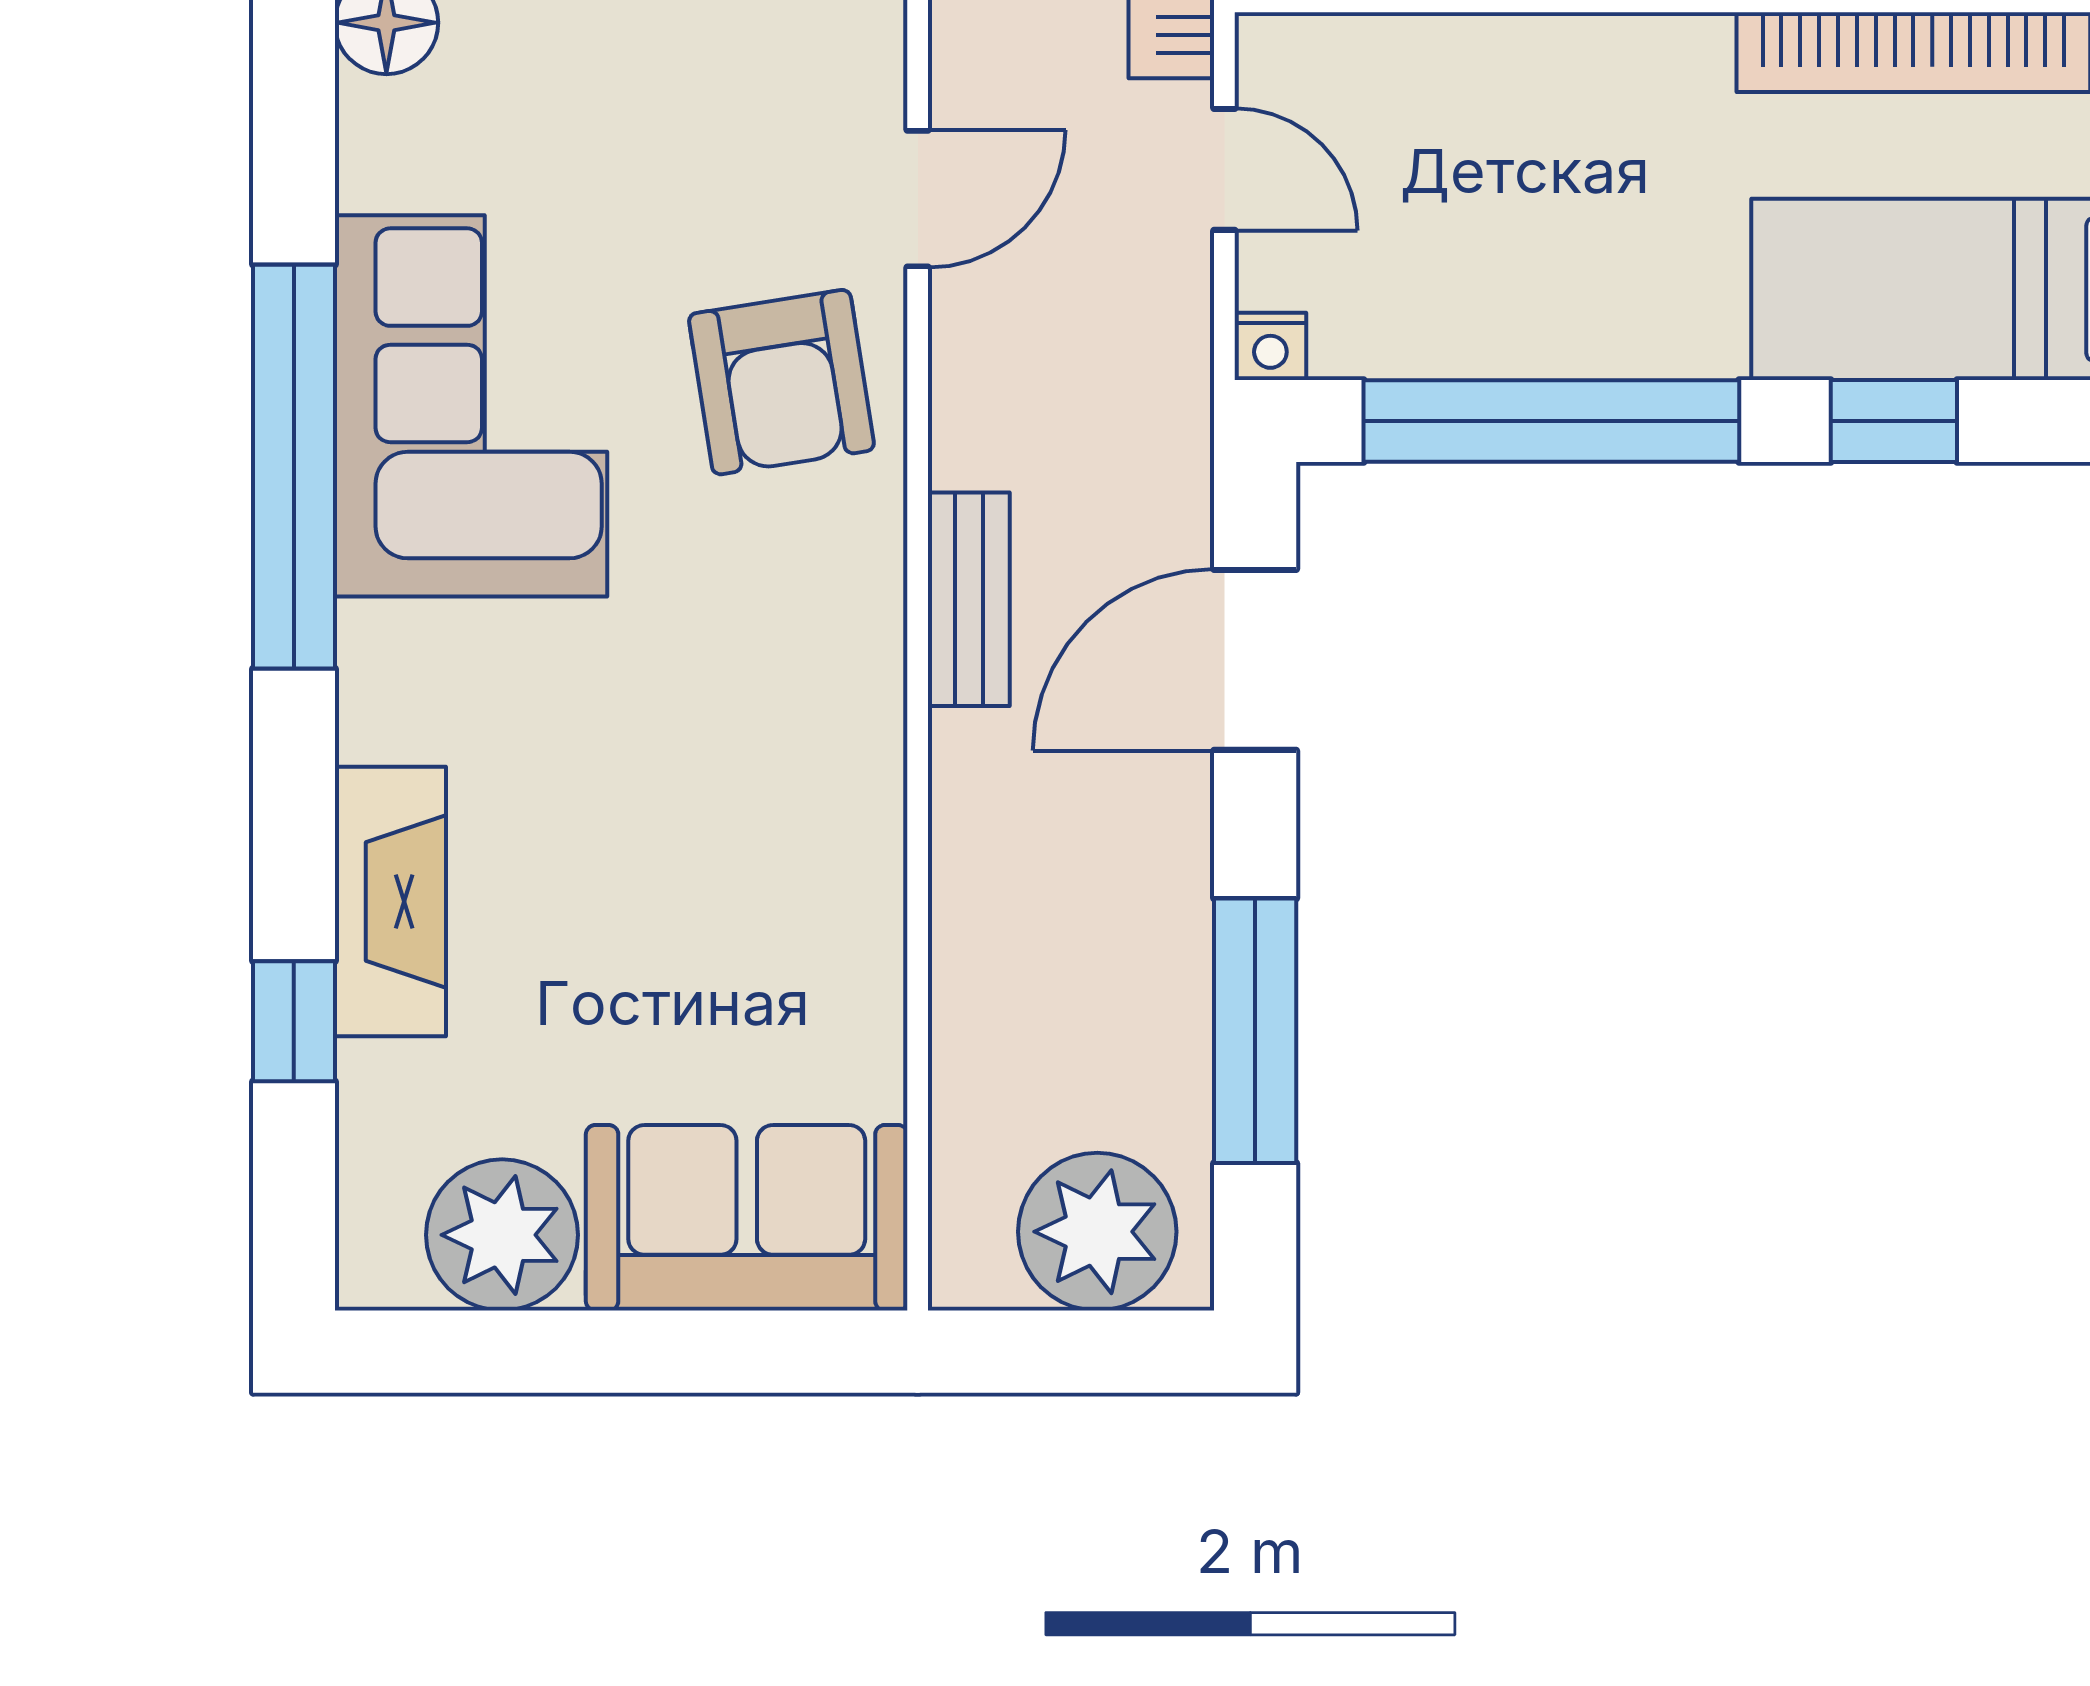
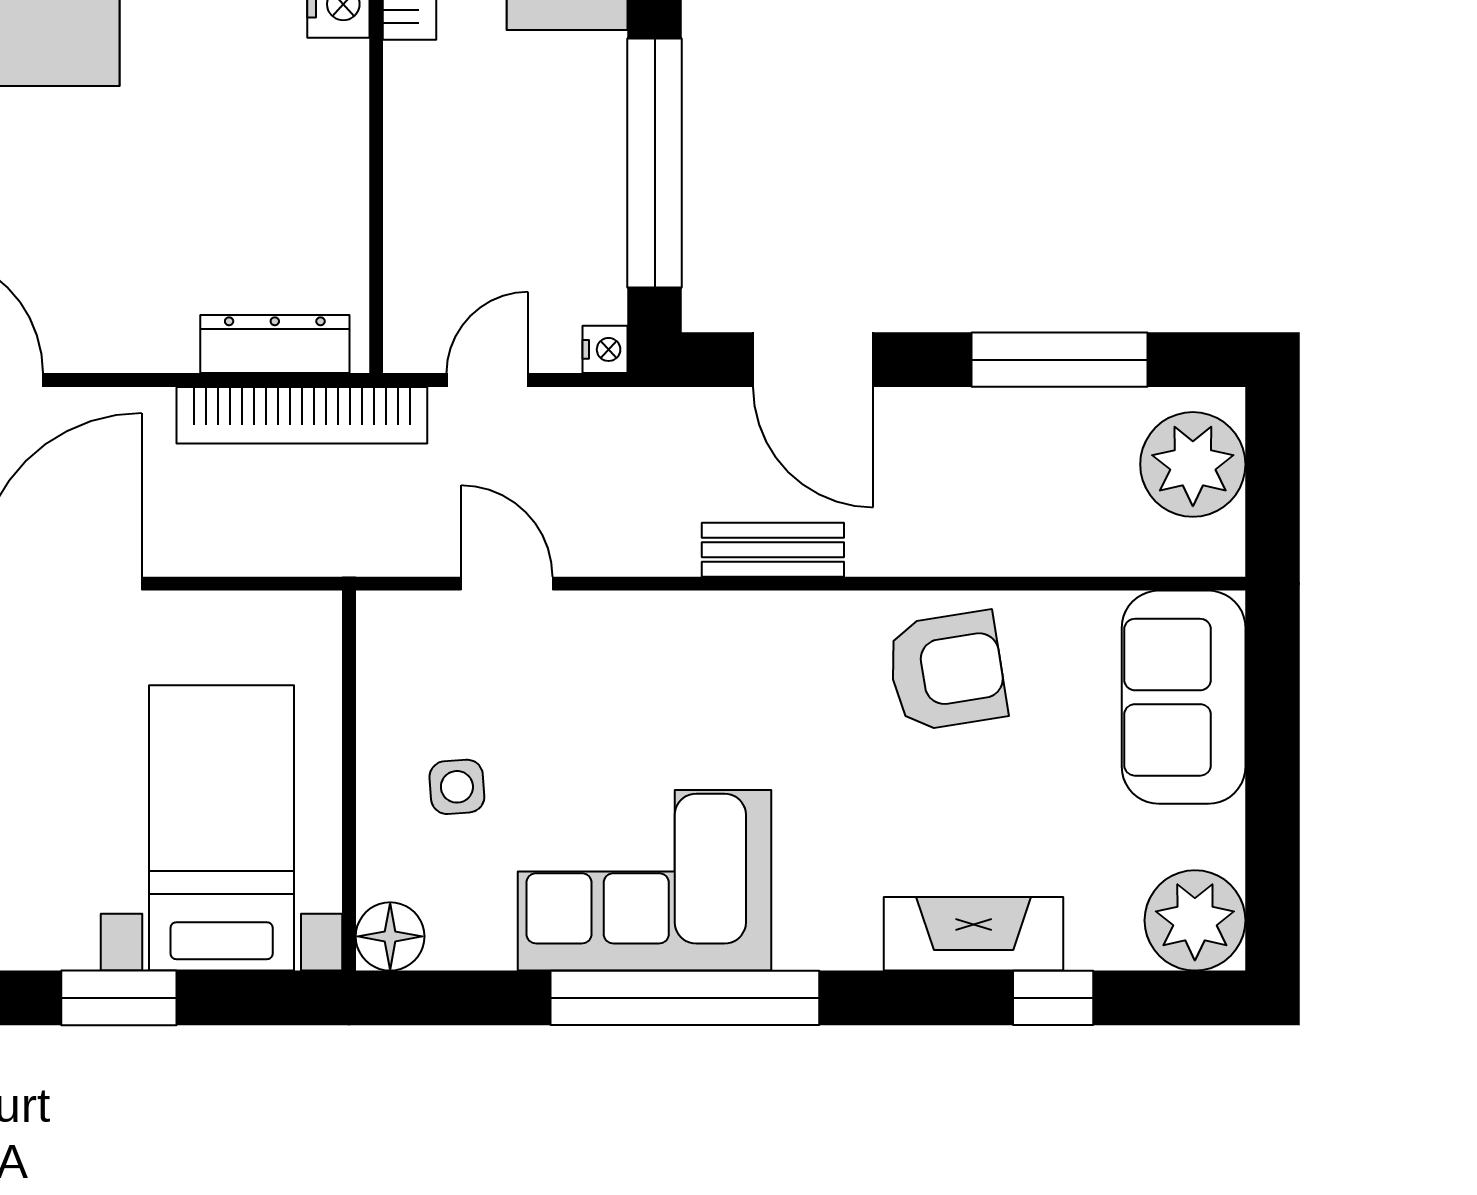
side table: (612, 123) -> (457, 787), added
armchair: (781, 382) -> (947, 671), moved
plant: (502, 1235) -> (1195, 920), moved

